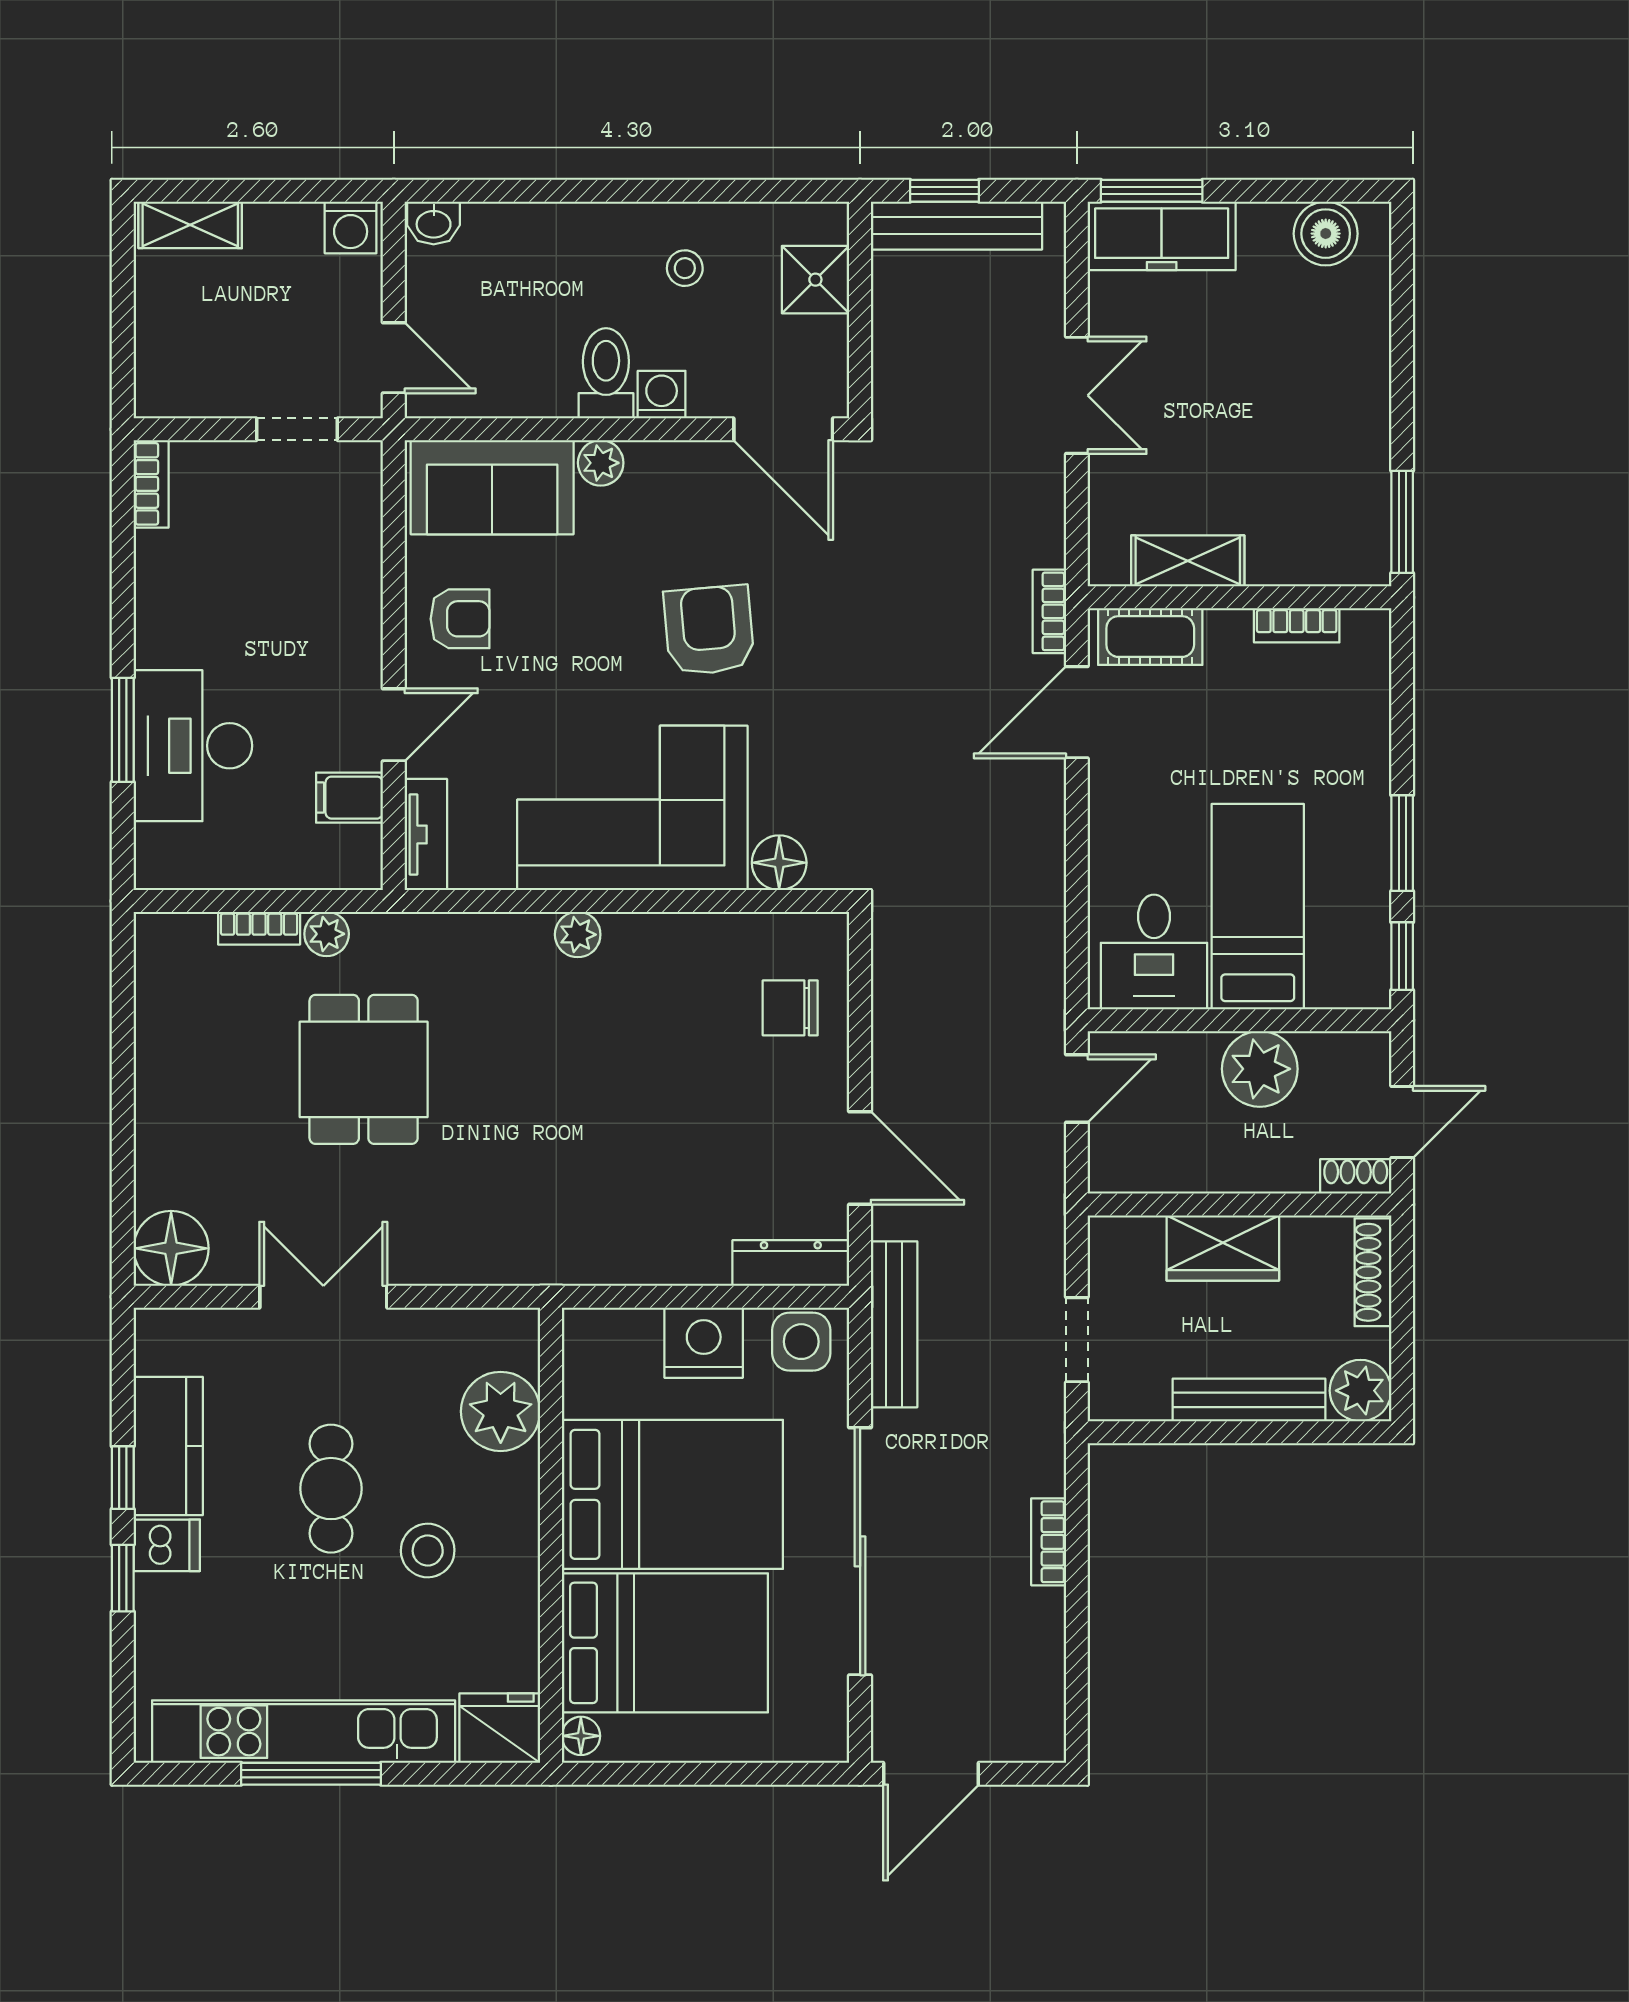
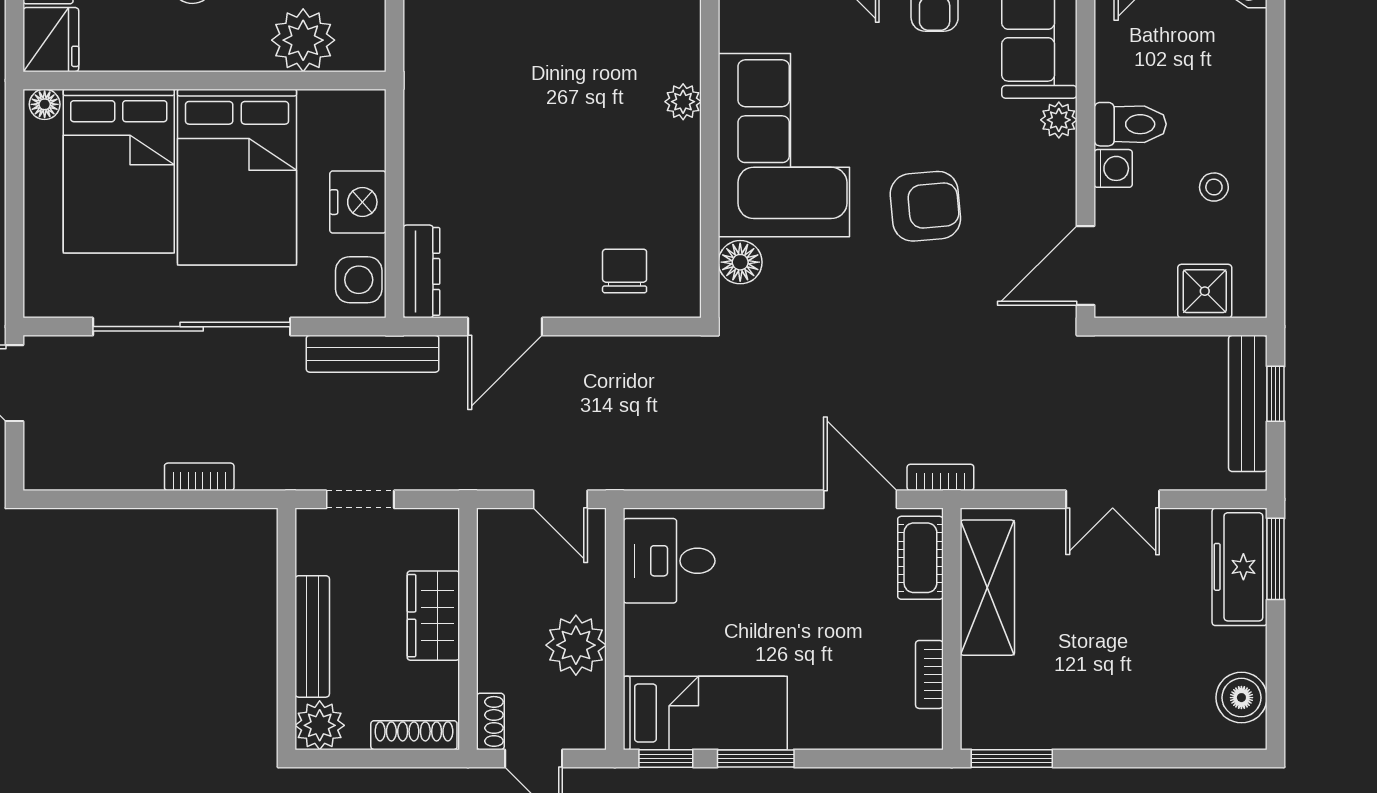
shelving: (1188, 561) -> (987, 588), width x1.50, depth x1.33
bed: (1258, 907) -> (705, 713), moved

